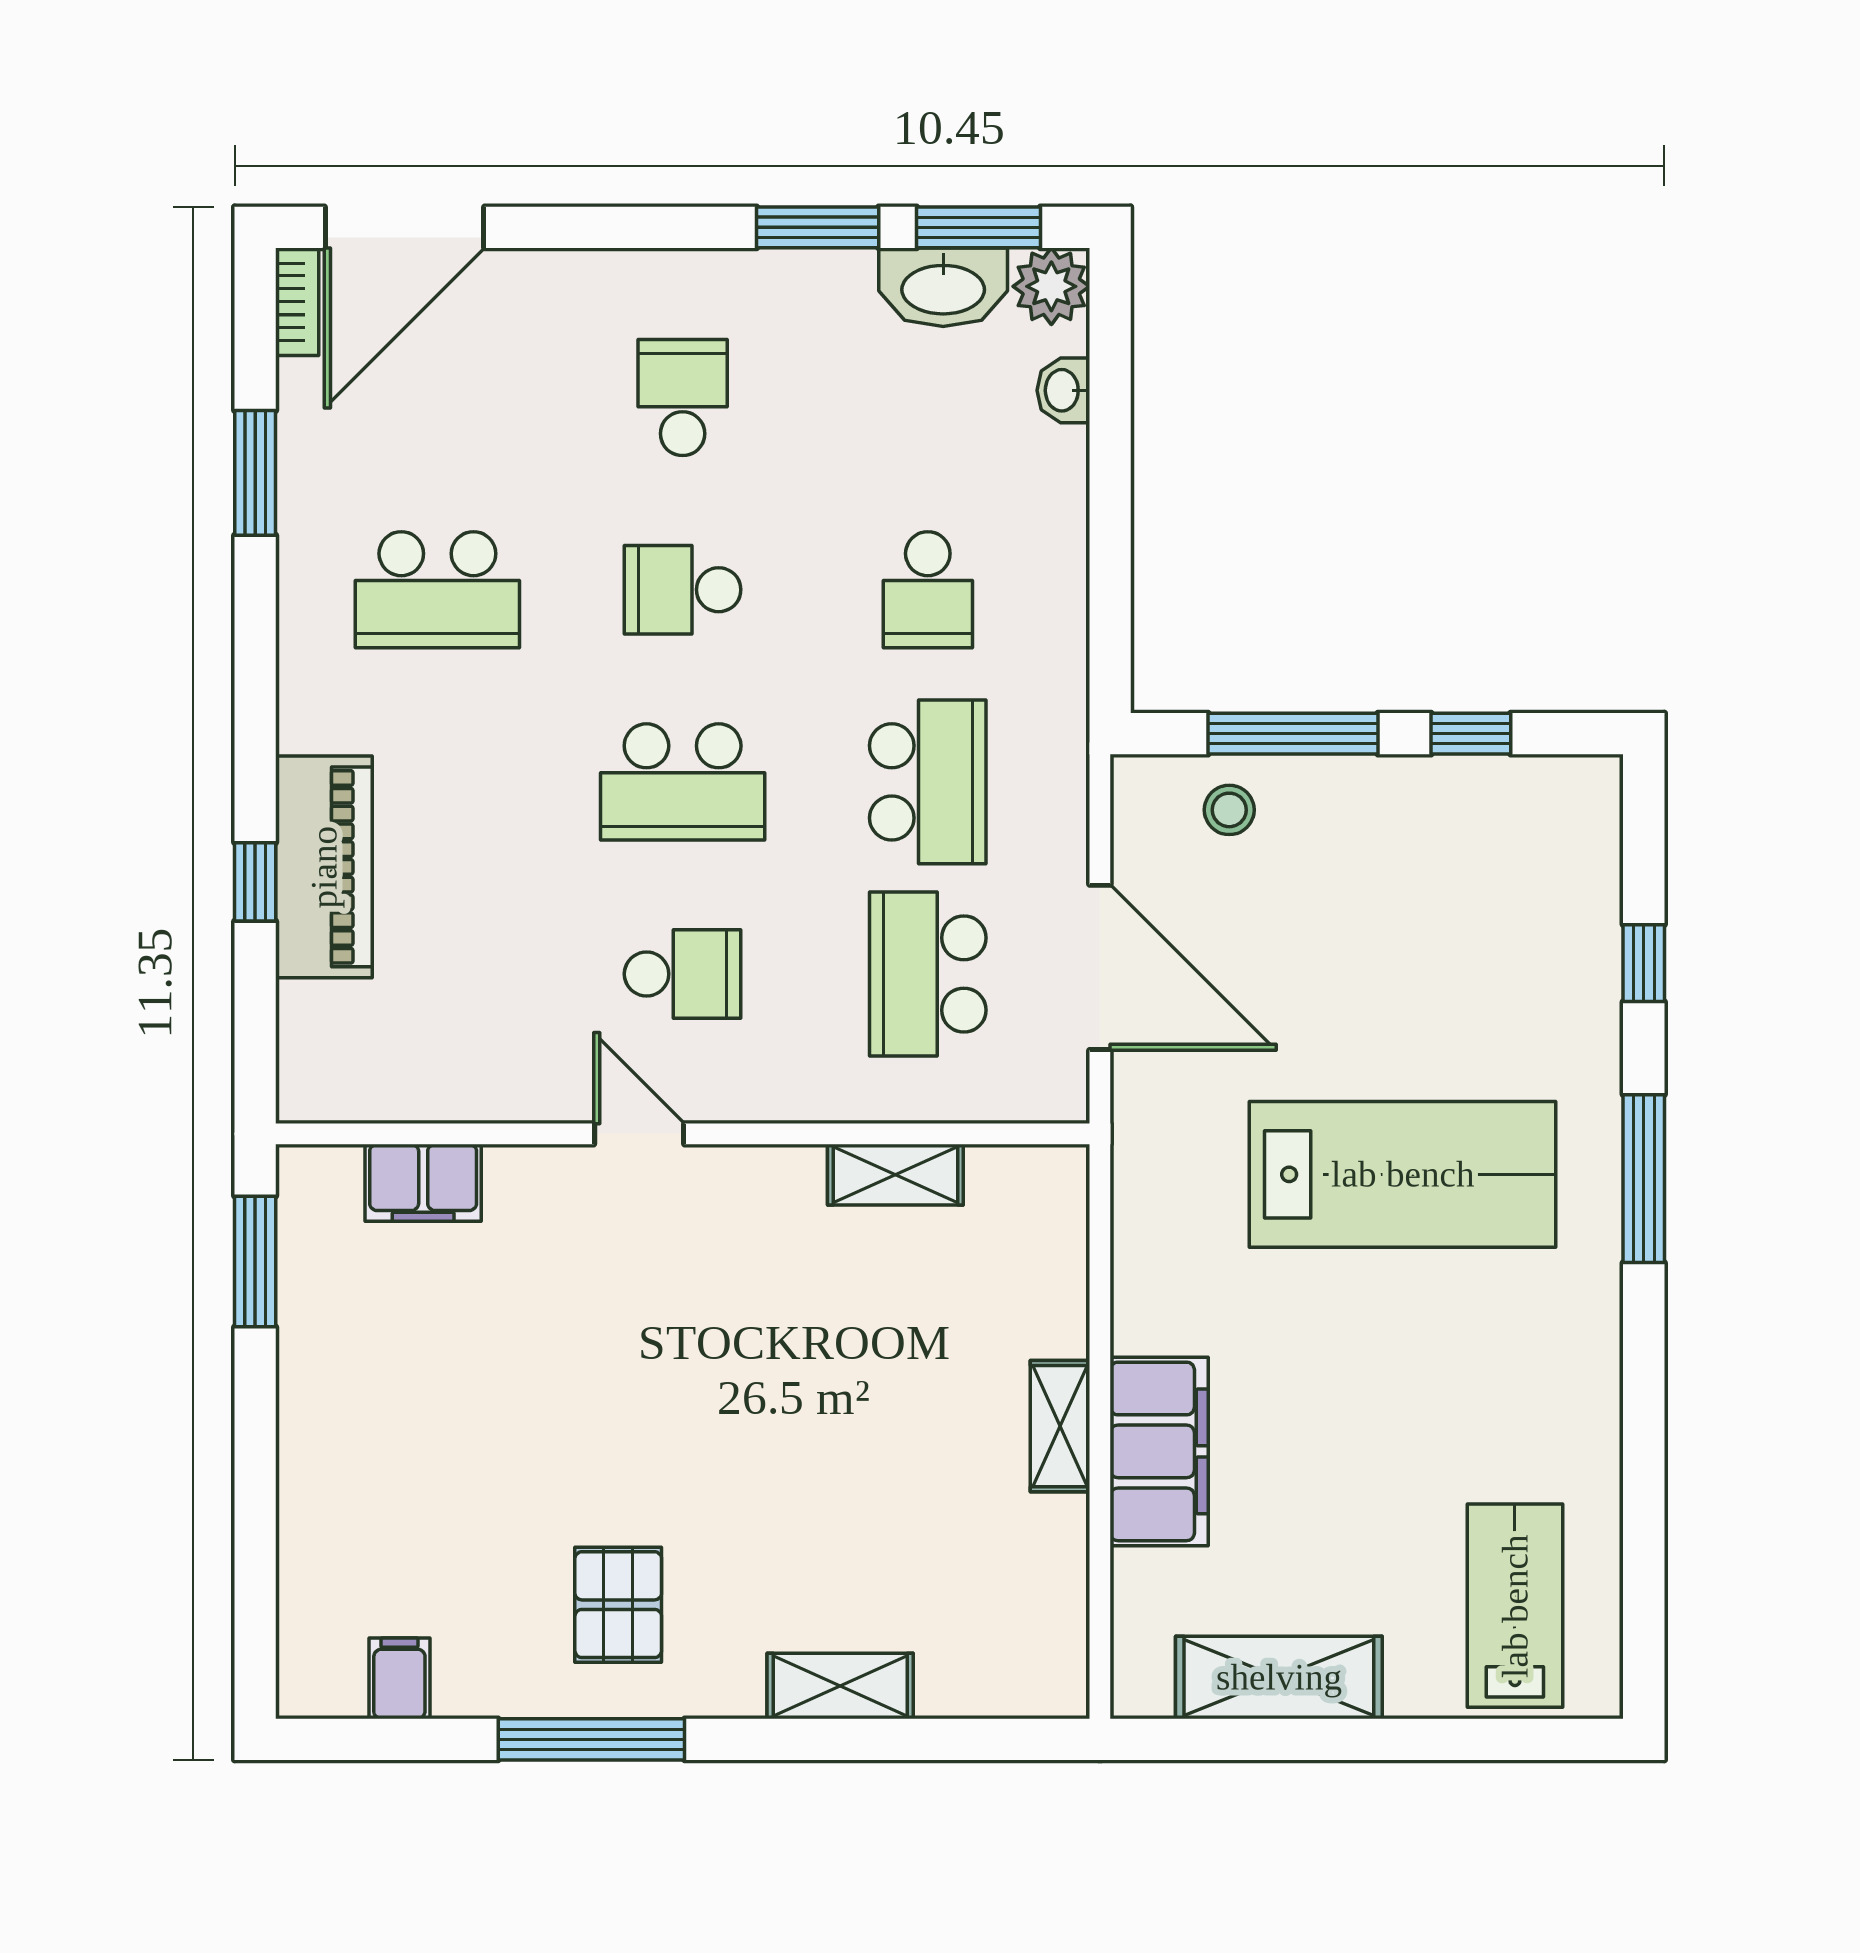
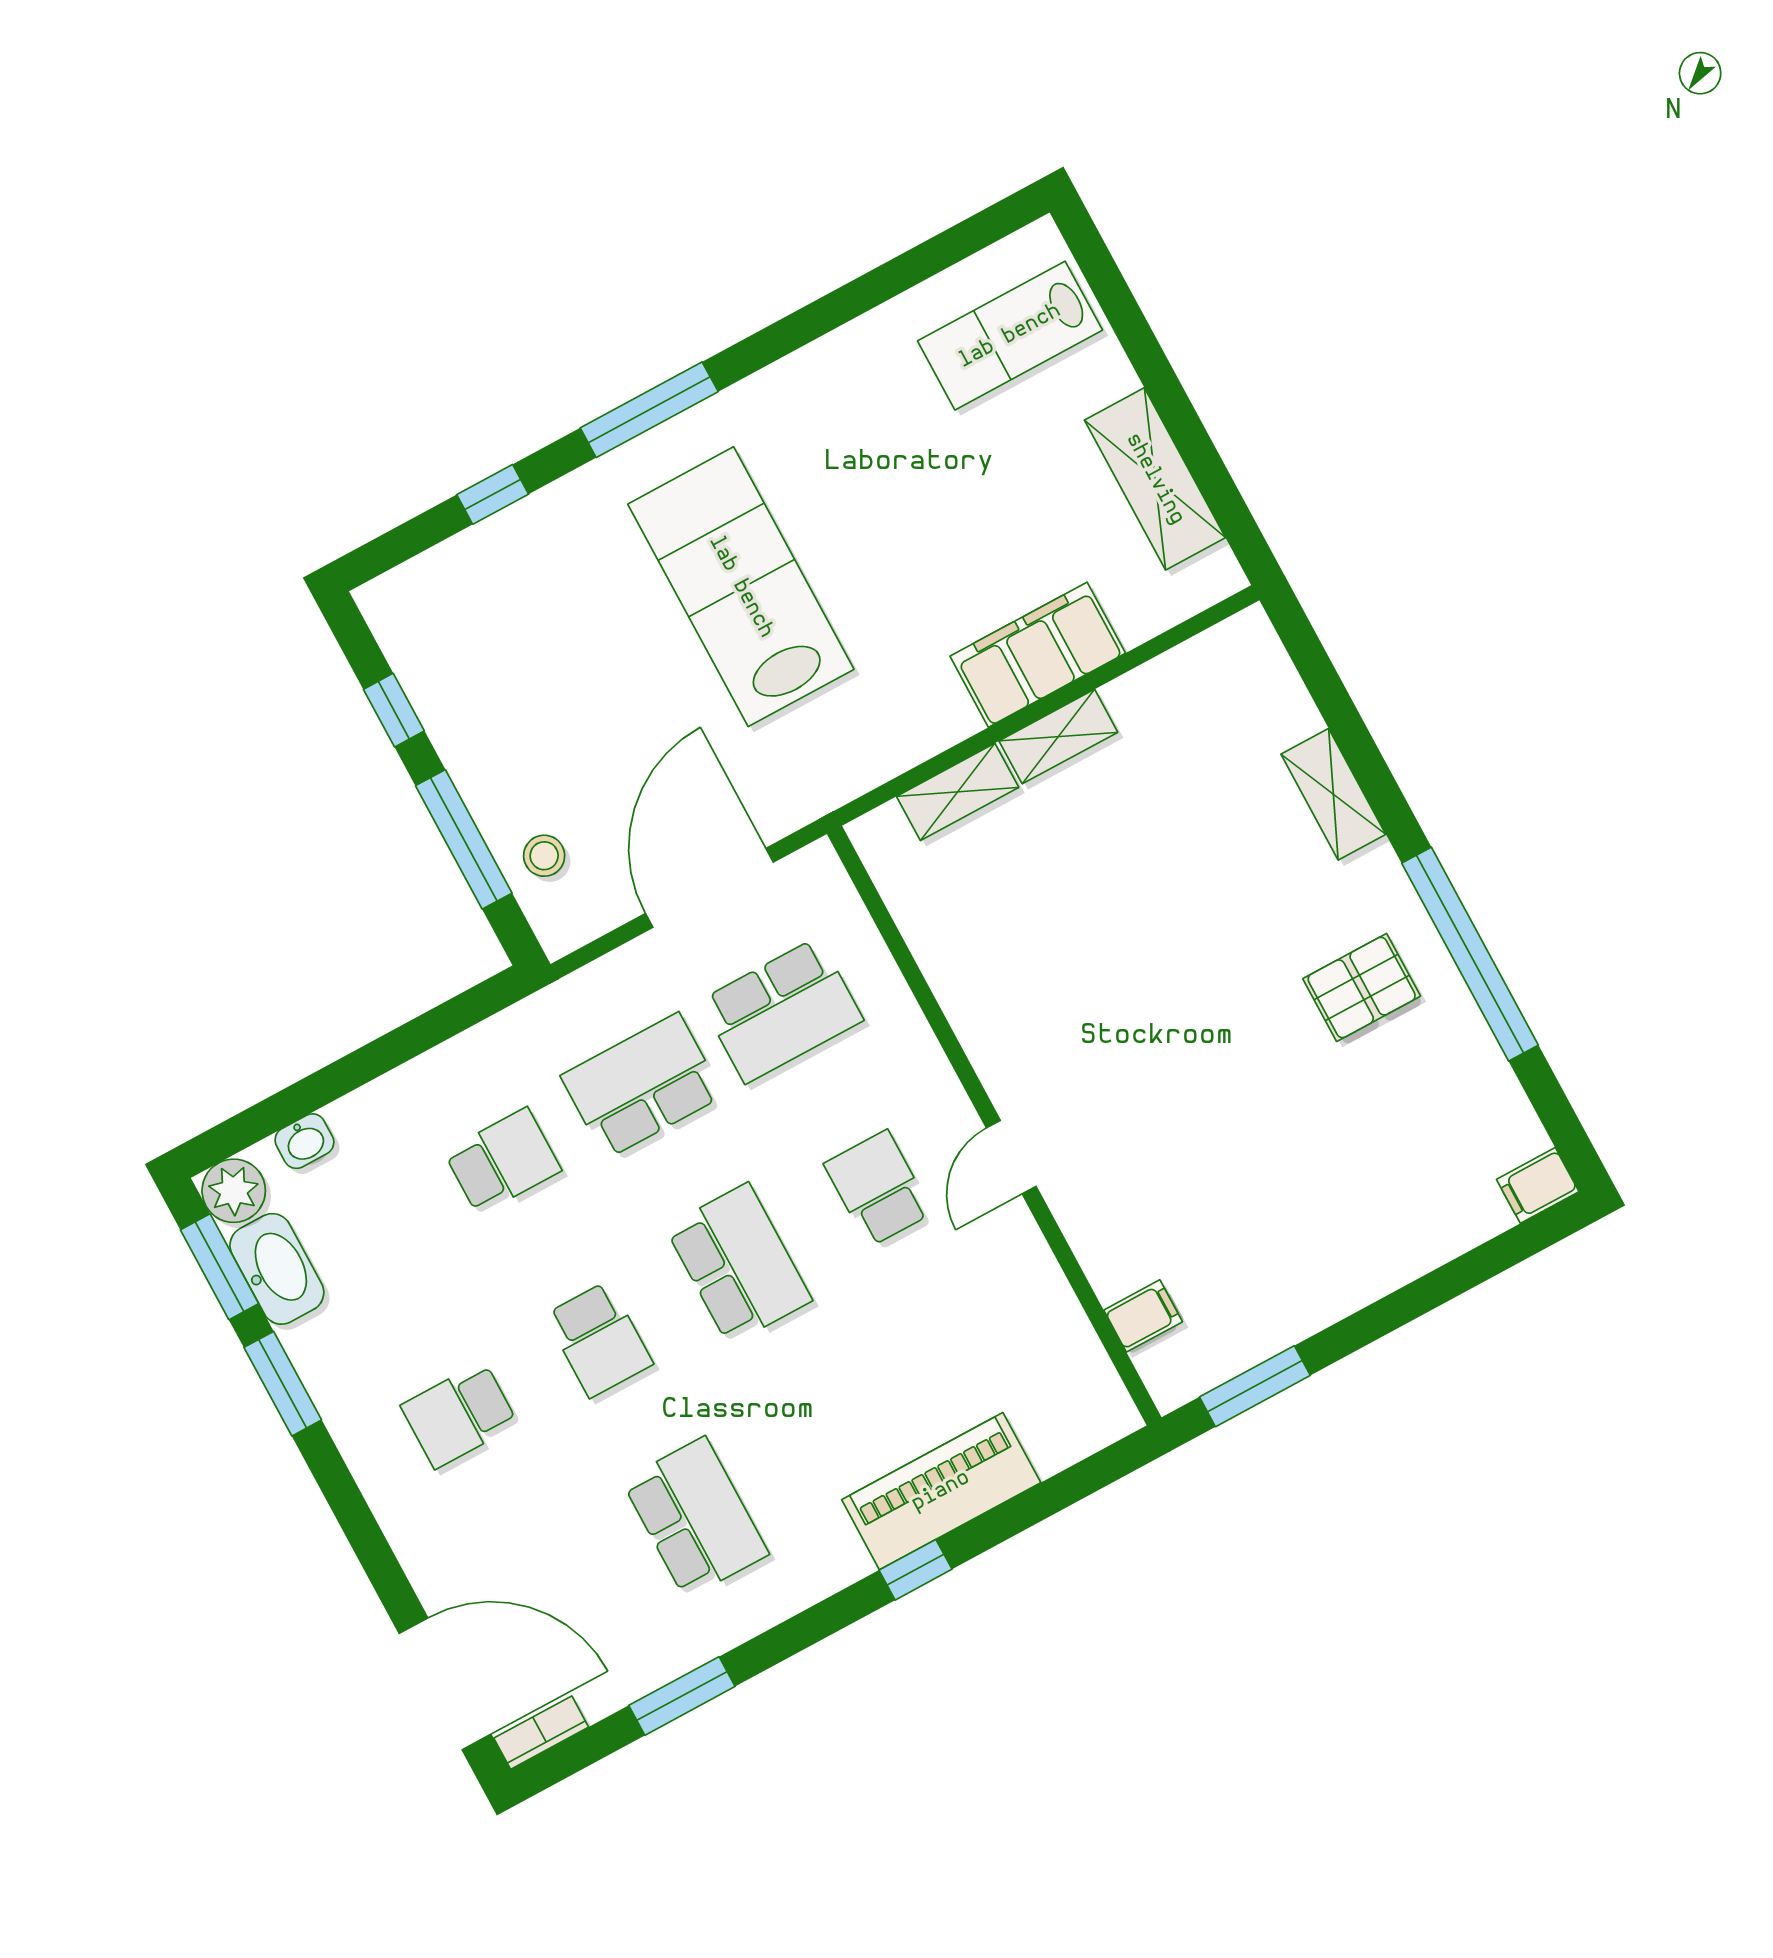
window: (255, 882) -> (915, 1570), moved
shelving: (895, 1175) -> (958, 792), moved, turned 90
filing cabinet: (423, 1183) -> (1143, 1316), width x0.50
filing cabinet: (399, 1678) -> (1538, 1185), moved
window: (591, 1739) -> (1470, 954), width x1.46

